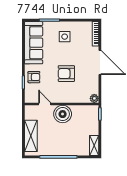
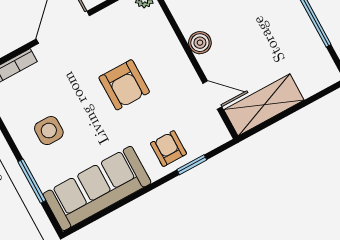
door: (45, 104) -> (212, 95), swing flipped
boiler: (63, 114) -> (200, 43), width x0.54, depth x0.54
shelving: (31, 136) -> (264, 105), moved

